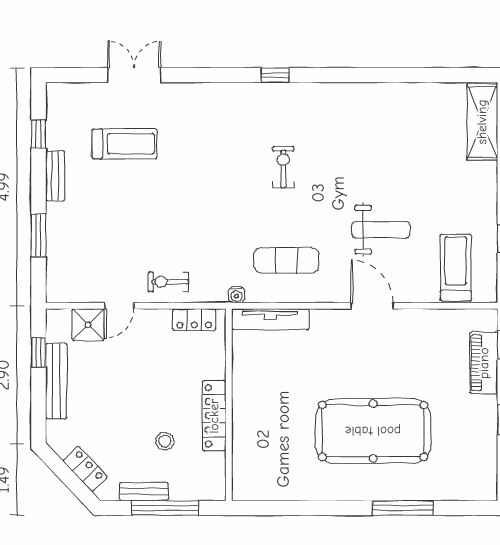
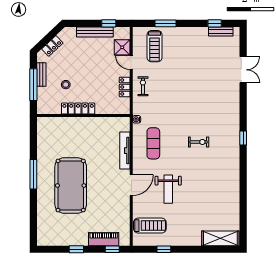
treadmill: (124, 144) -> (155, 46), moved
bench: (55, 176) -> (221, 31), moved
tv unit: (270, 319) -> (125, 151), moved
locker: (194, 320) -> (125, 87), moved
window: (403, 508) -> (33, 174), moved

